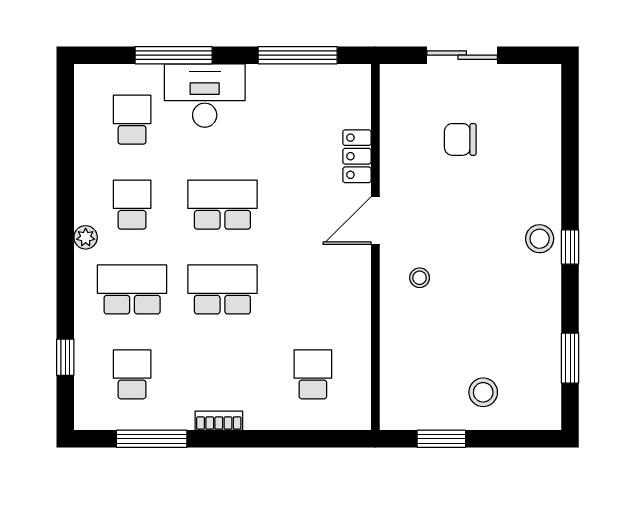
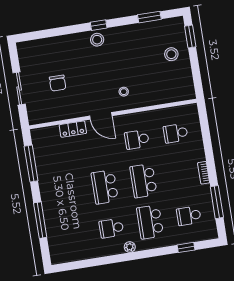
desk: (205, 96) -> (56, 203), removed
school desk: (132, 120) -> (137, 139), moved
window: (441, 439) -> (190, 36), moved

